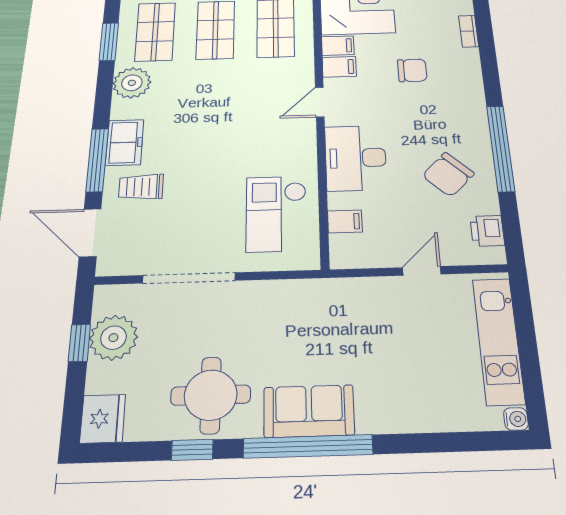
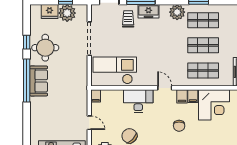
checkout: (276, 214) -> (115, 70), width x1.36, depth x1.21
filing cabinet: (345, 221) -> (96, 96), moved
fridge: (103, 419) -> (50, 12), moved

